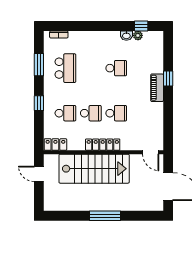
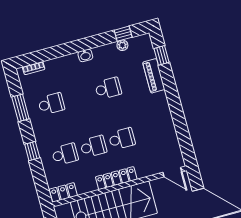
washbasin: (126, 36) -> (85, 55), moved
school desk: (65, 68) -> (51, 104), width x0.54
window: (168, 78) -> (162, 55), moved
piano: (157, 88) -> (154, 76), moved

